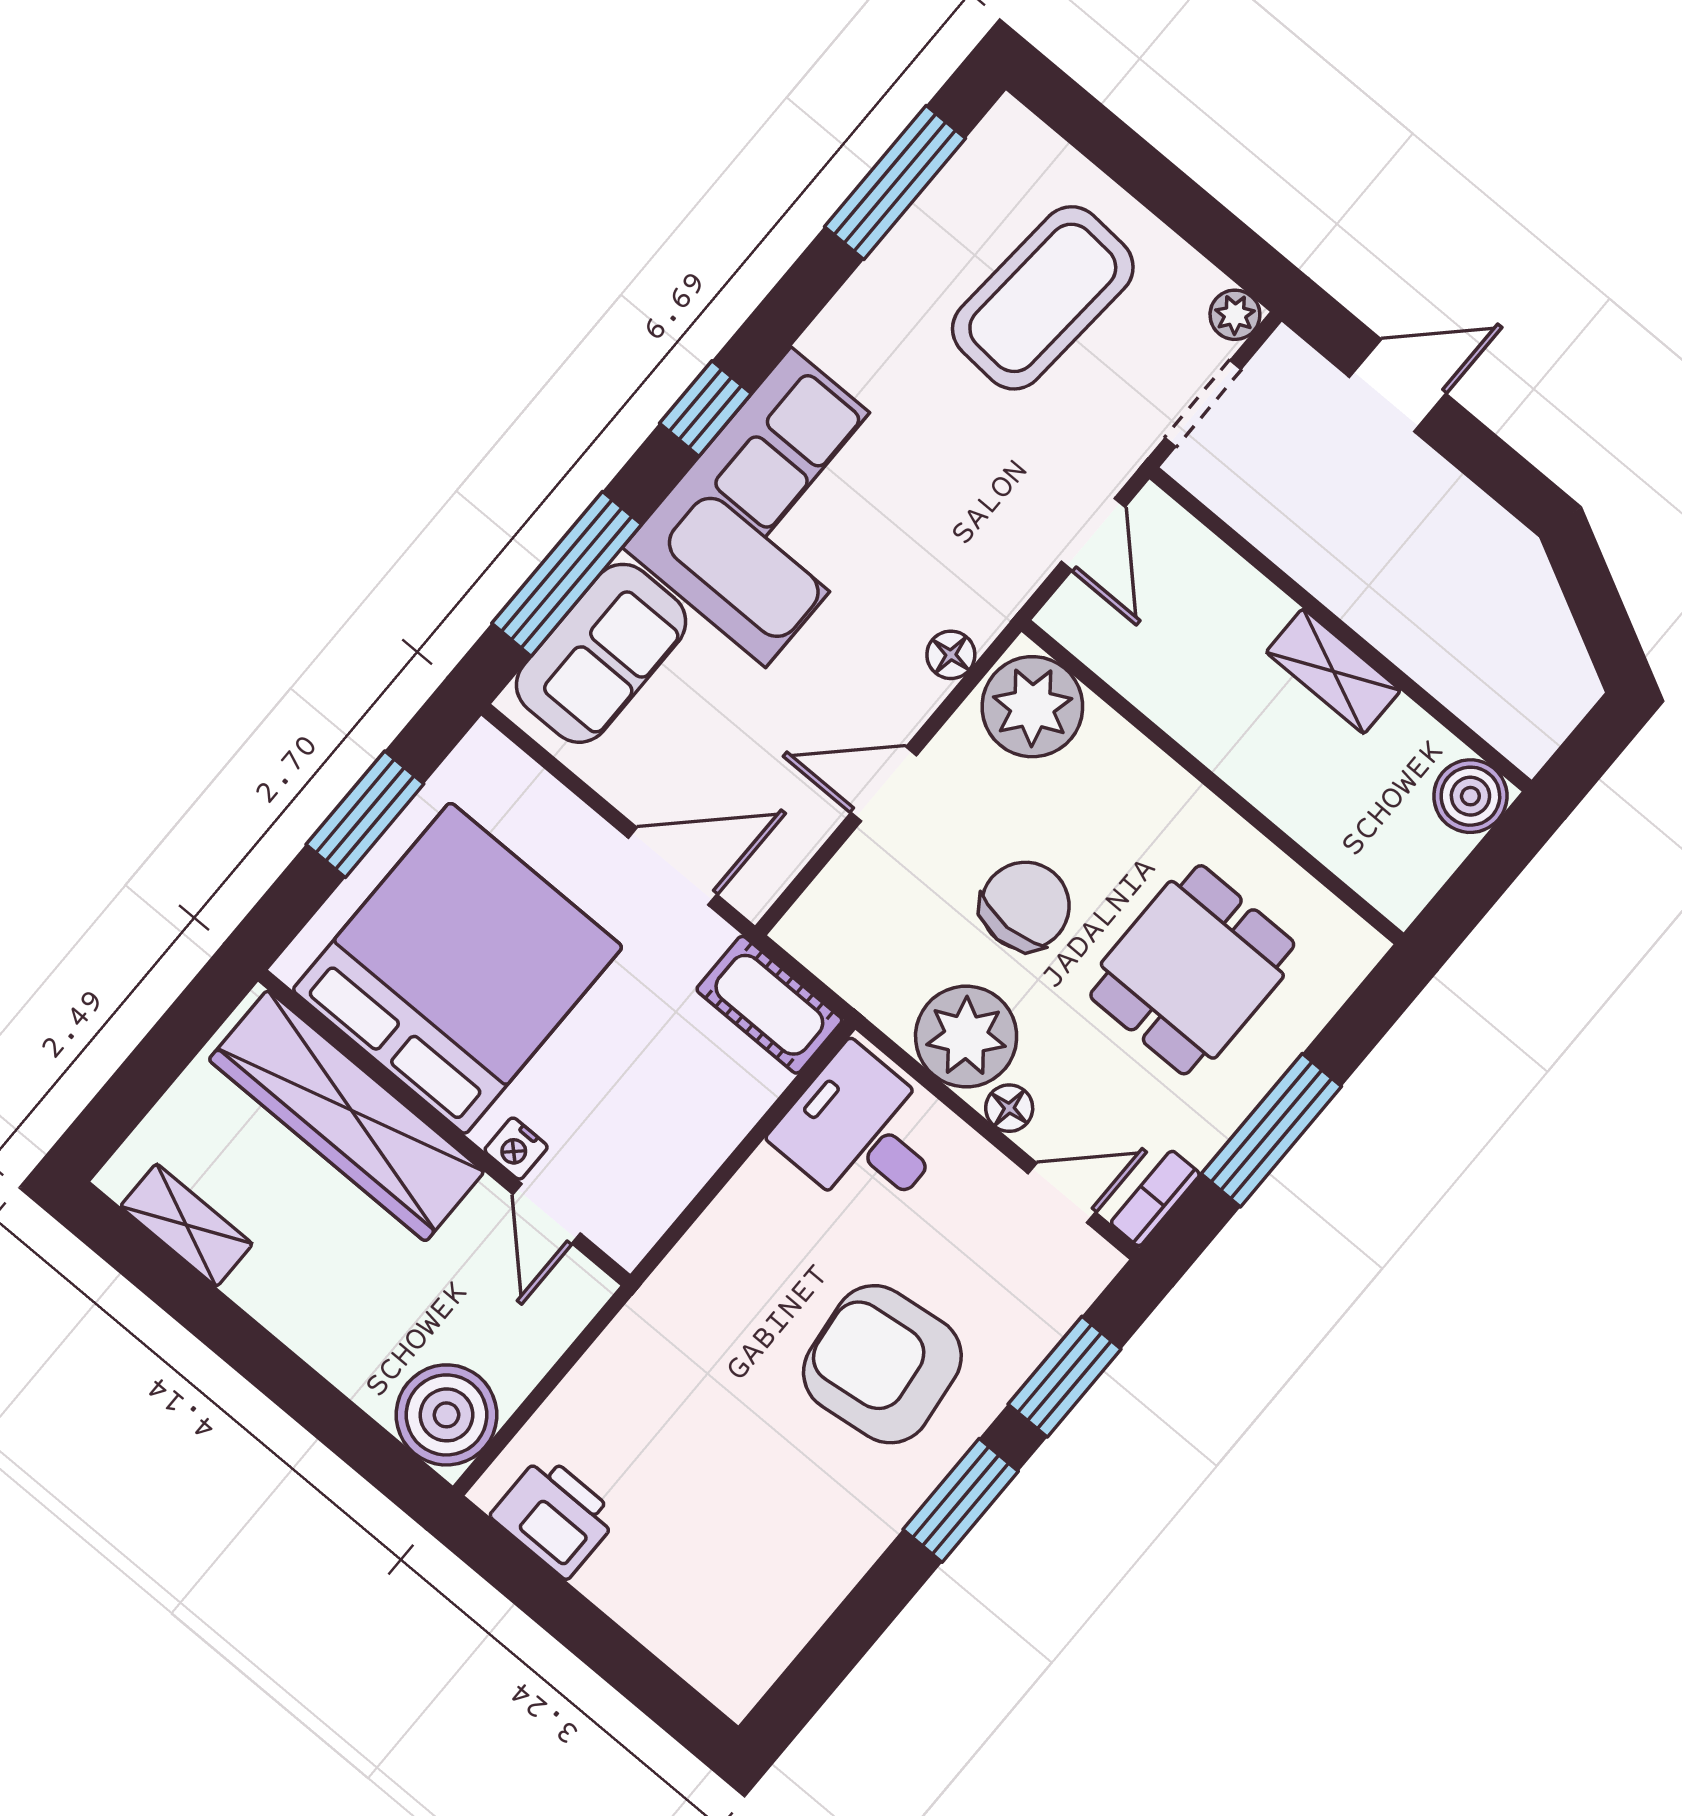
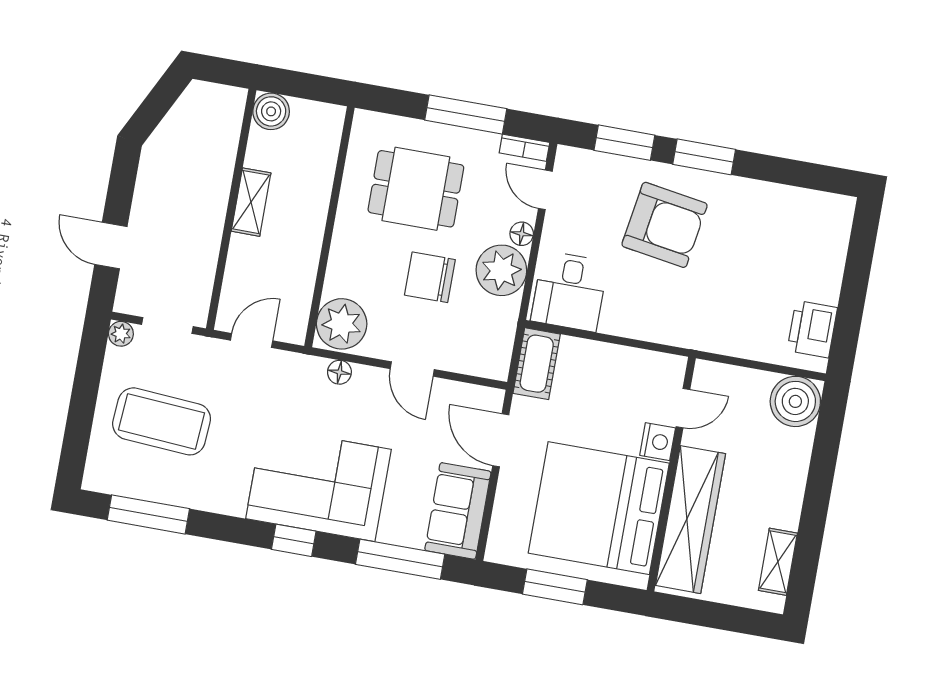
sofa: (601, 653) -> (458, 511), moved, turned -90
nightstand: (516, 1149) -> (658, 442), width x1.39, depth x1.35
armchair: (882, 1364) -> (665, 225), turned -74

